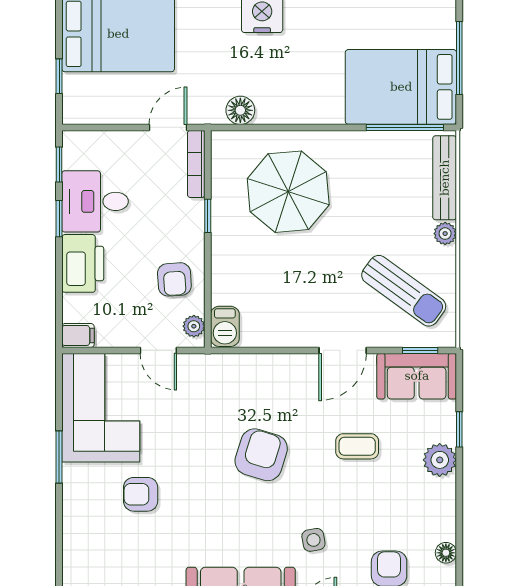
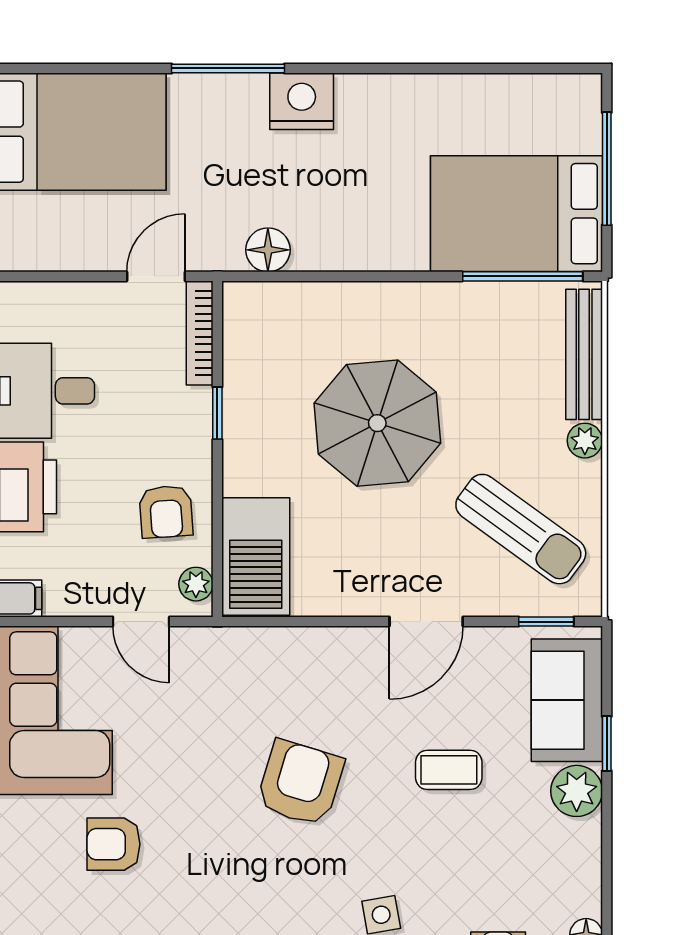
parasol: (288, 192) -> (377, 423), moved
barbecue: (225, 326) -> (256, 557), width x1.88, depth x1.53
sofa: (417, 376) -> (567, 700), moved, turned 90

